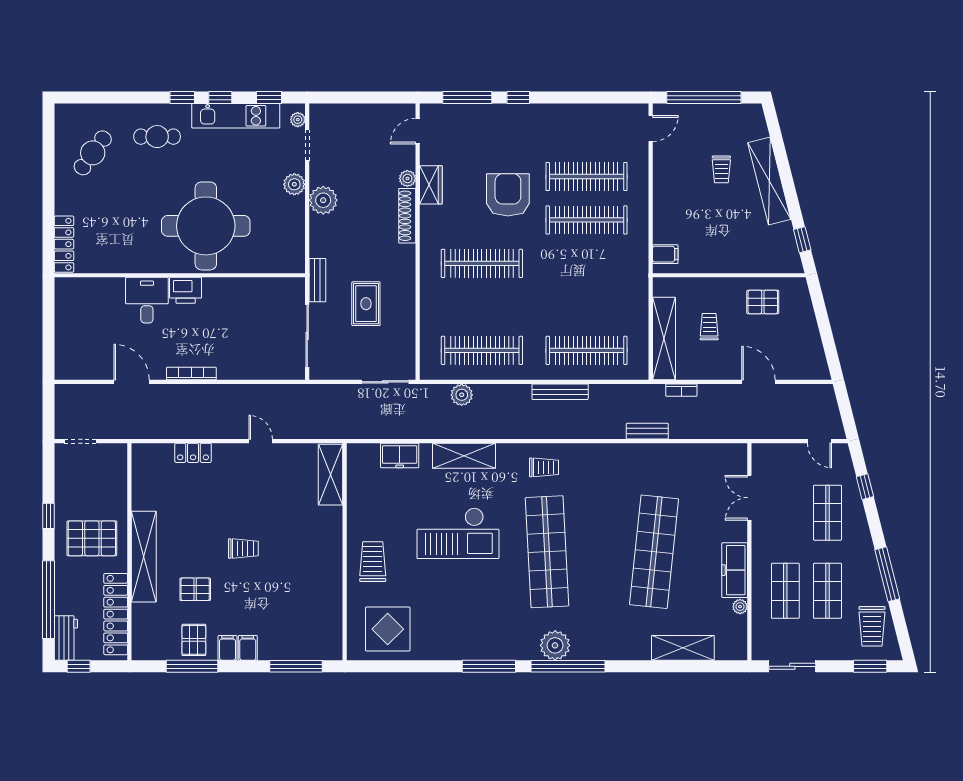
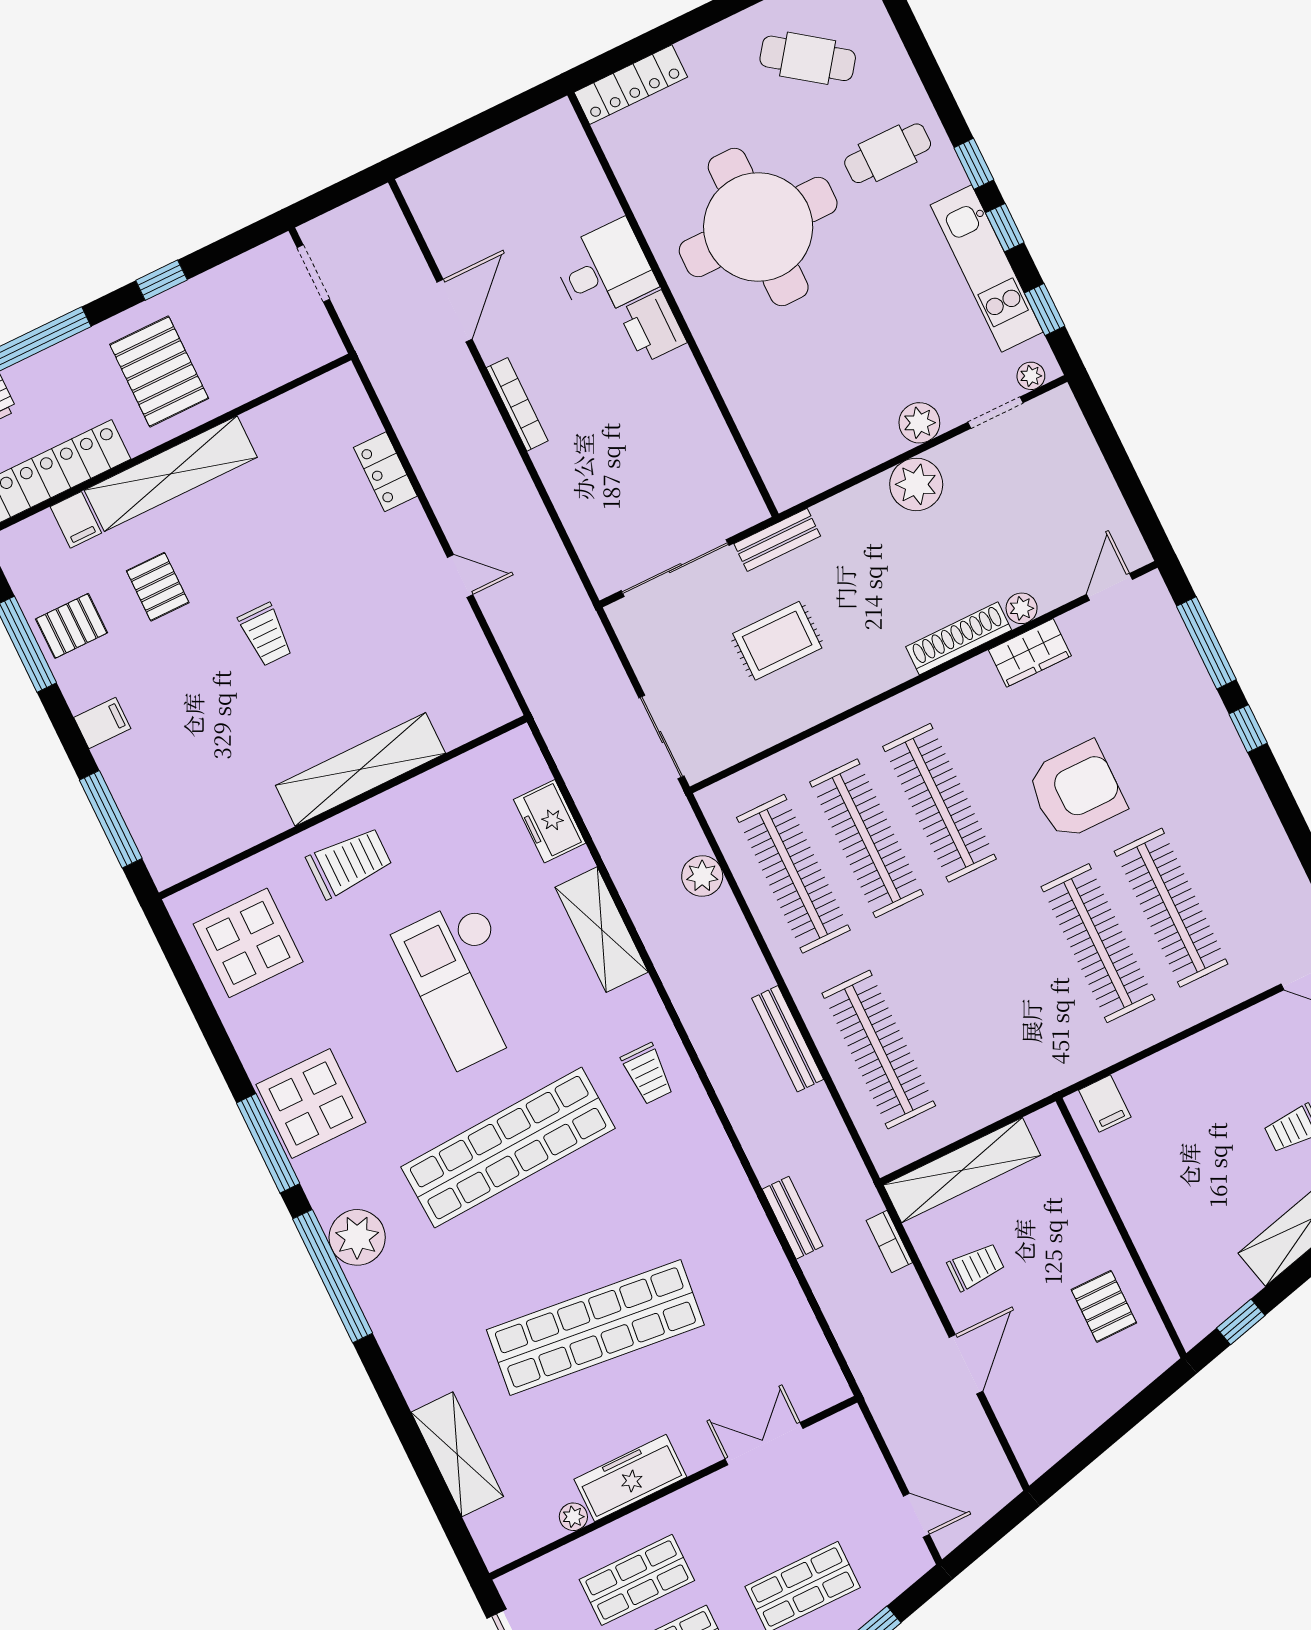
door: (418, 131) -> (1109, 587), hinge flipped
cafe table: (157, 137) -> (888, 153), turned 90
round table: (206, 226) -> (758, 227), moved
clothes rail: (482, 307) -> (866, 838), added
trolley: (709, 327) -> (976, 1267), moved
door: (261, 441) -> (460, 576), hinge flipped
door: (819, 441) -> (916, 1515), swing flipped
shelving: (330, 475) -> (360, 769), moved, width x1.47
display table: (480, 636) -> (311, 1103), added
filing cabinet: (228, 648) -> (76, 520), moved, turned 90

